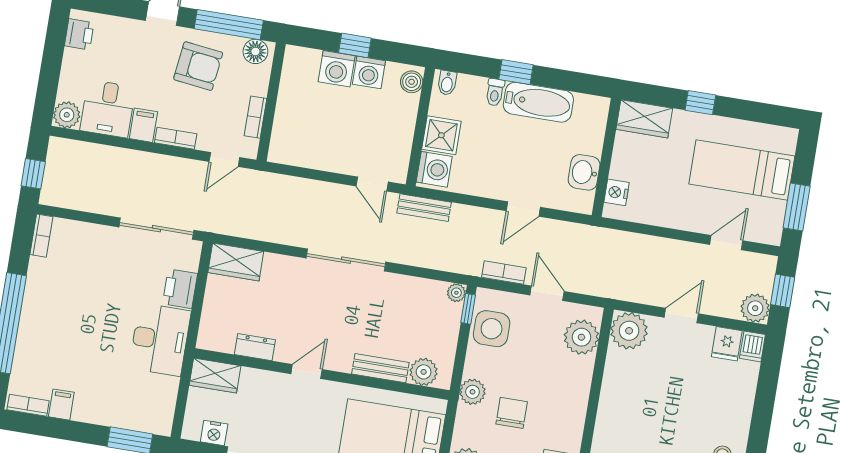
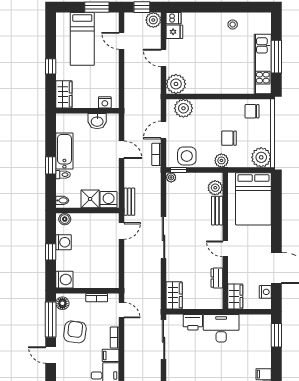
washing machine: (337, 69) -> (64, 280), moved

